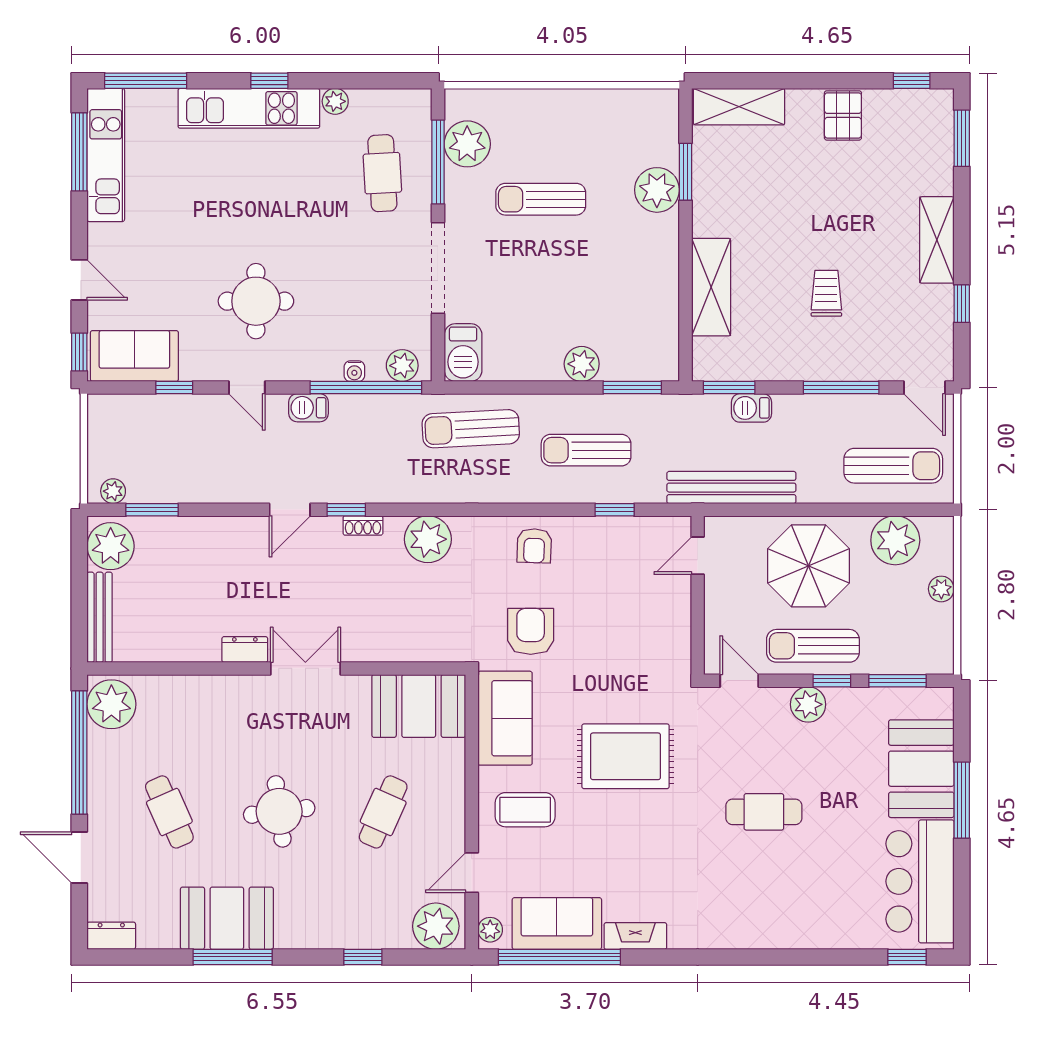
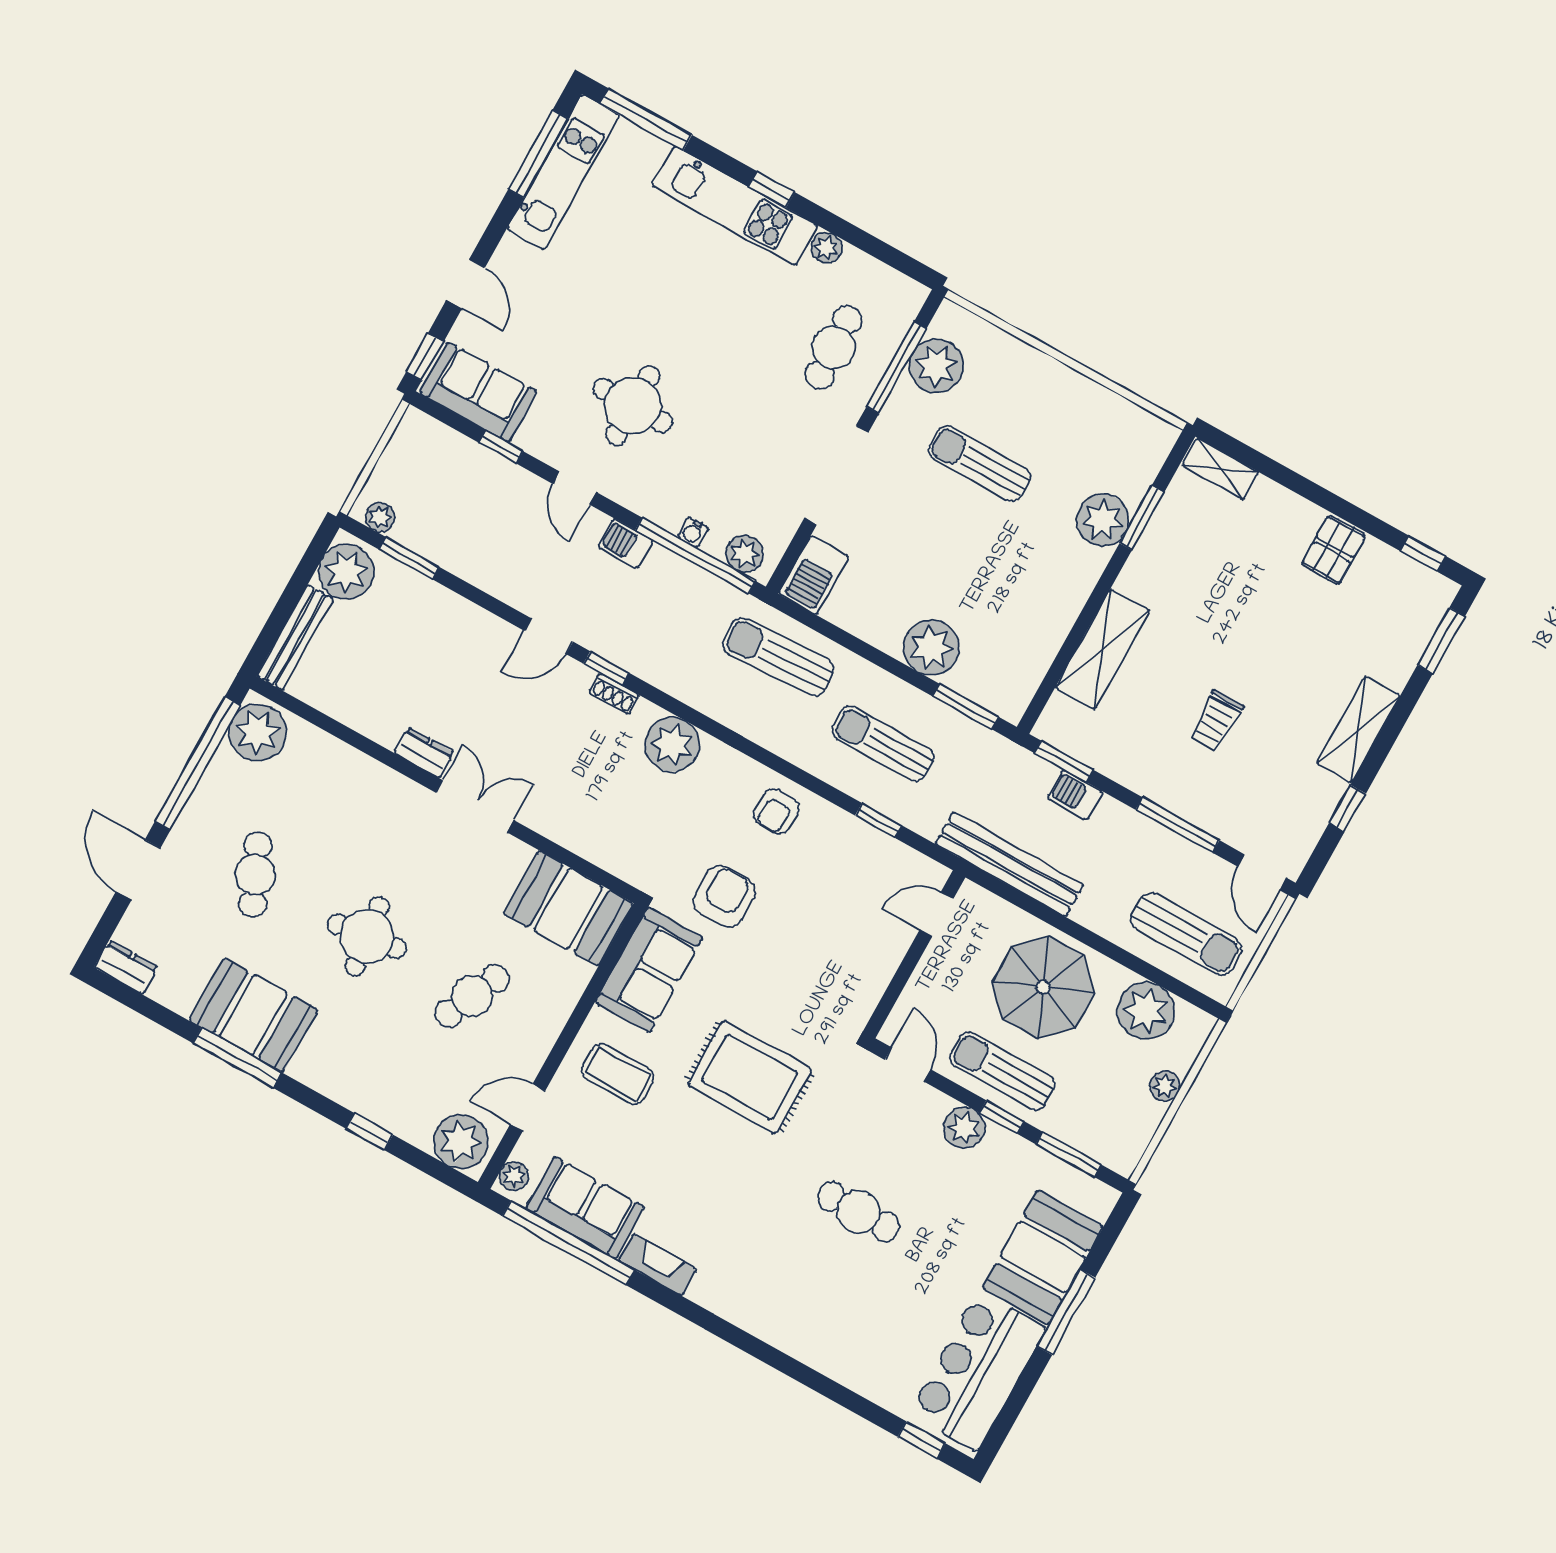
shelving: (739, 107) -> (1220, 469), width x0.67, depth x0.75
trolley: (826, 293) -> (1216, 721), turned 180
plant: (582, 364) -> (931, 647), width x1.36, depth x1.36

